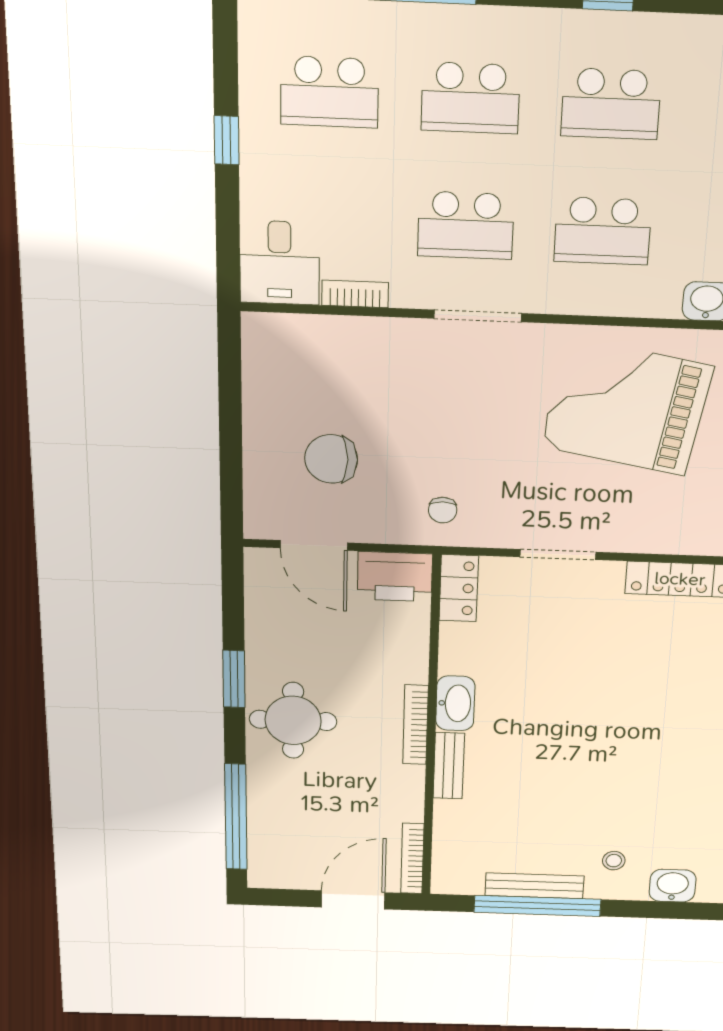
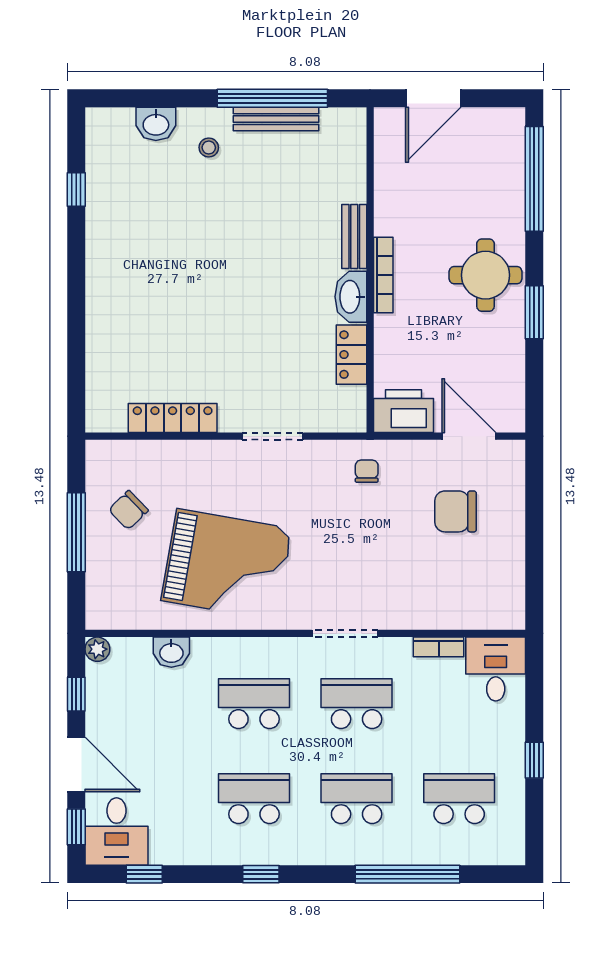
chair: (331, 459) -> (456, 511), turned 180
locker: (459, 588) -> (351, 355), moved
bookcase: (412, 858) -> (383, 143), removed

